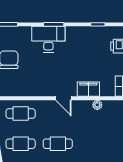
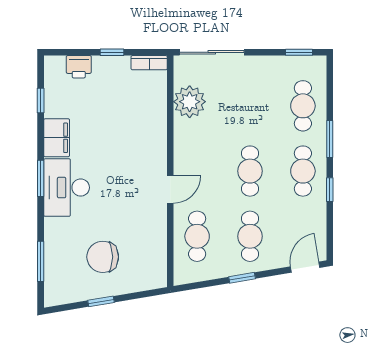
filing cabinet: (88, 89) -> (57, 138), moved, turned 180
door: (63, 98) -> (170, 190), moved
plant: (97, 105) -> (190, 102), width x1.87, depth x1.87

